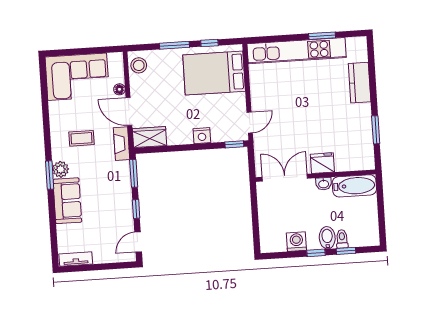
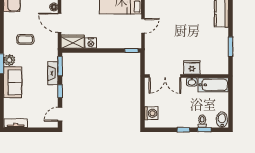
door: (250, 123) -> (143, 26), moved
nightstand: (202, 136) -> (91, 43), moved
fireplace: (122, 144) -> (53, 73), moved
double door: (285, 178) -> (165, 76), swing flipped
bidet: (327, 238) -> (222, 120), moved
washing machine: (296, 242) -> (151, 113), moved, turned 90

